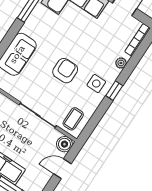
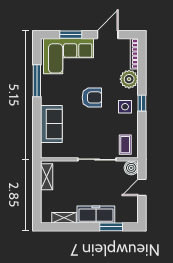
plant: (121, 63) -> (129, 79), width x1.88, depth x1.88
armchair: (65, 71) -> (92, 97), moved, turned 90

